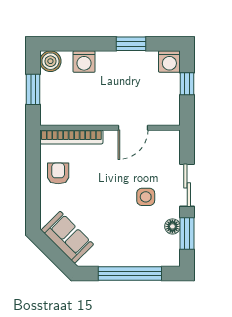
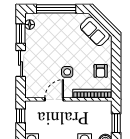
window: (187, 84) -> (21, 116), moved
side table: (146, 197) -> (67, 72), moved
floor lamp: (172, 226) -> (30, 25), moved

